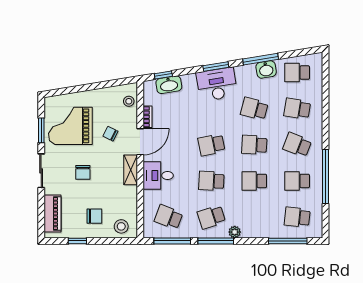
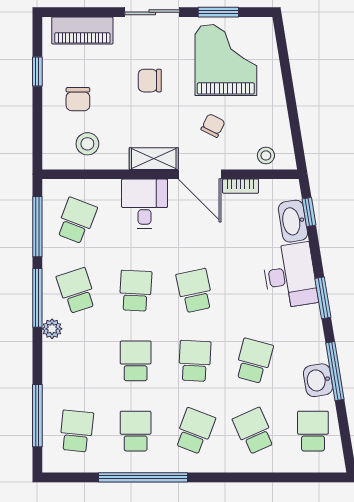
desk: (217, 84) -> (290, 276), moved
school desk: (297, 109) -> (254, 431), turned -33
stool: (121, 226) -> (87, 144), moved

